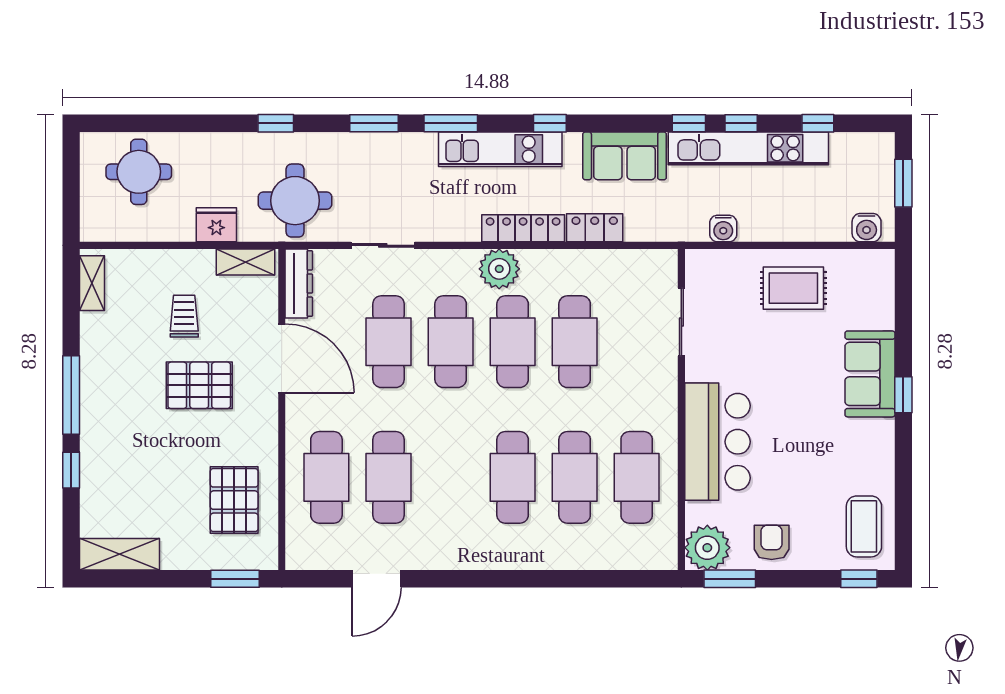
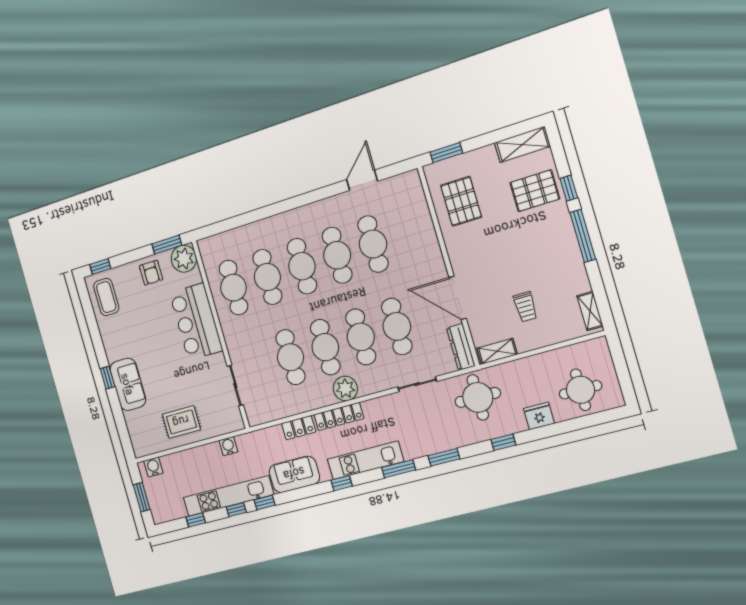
fridge: (216, 225) -> (539, 416), moved, turned 180
pallet: (199, 385) -> (535, 191), moved
cafe table: (326, 477) -> (337, 255), moved

